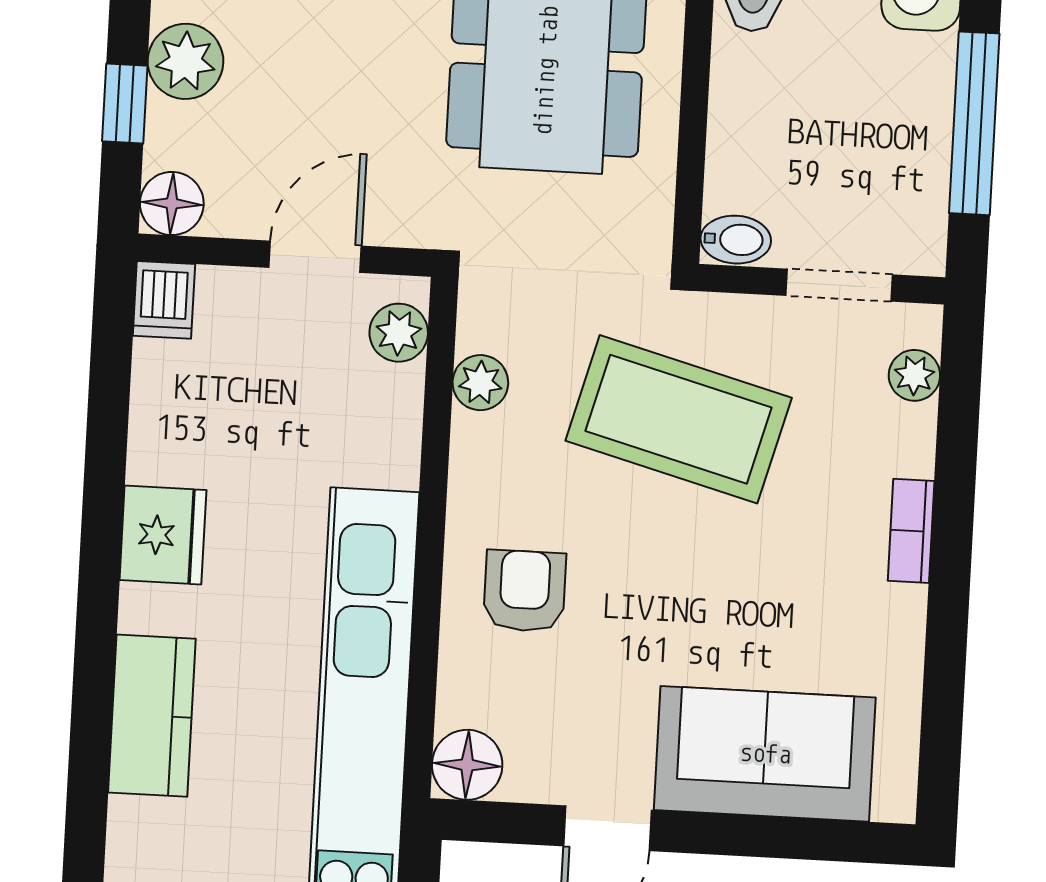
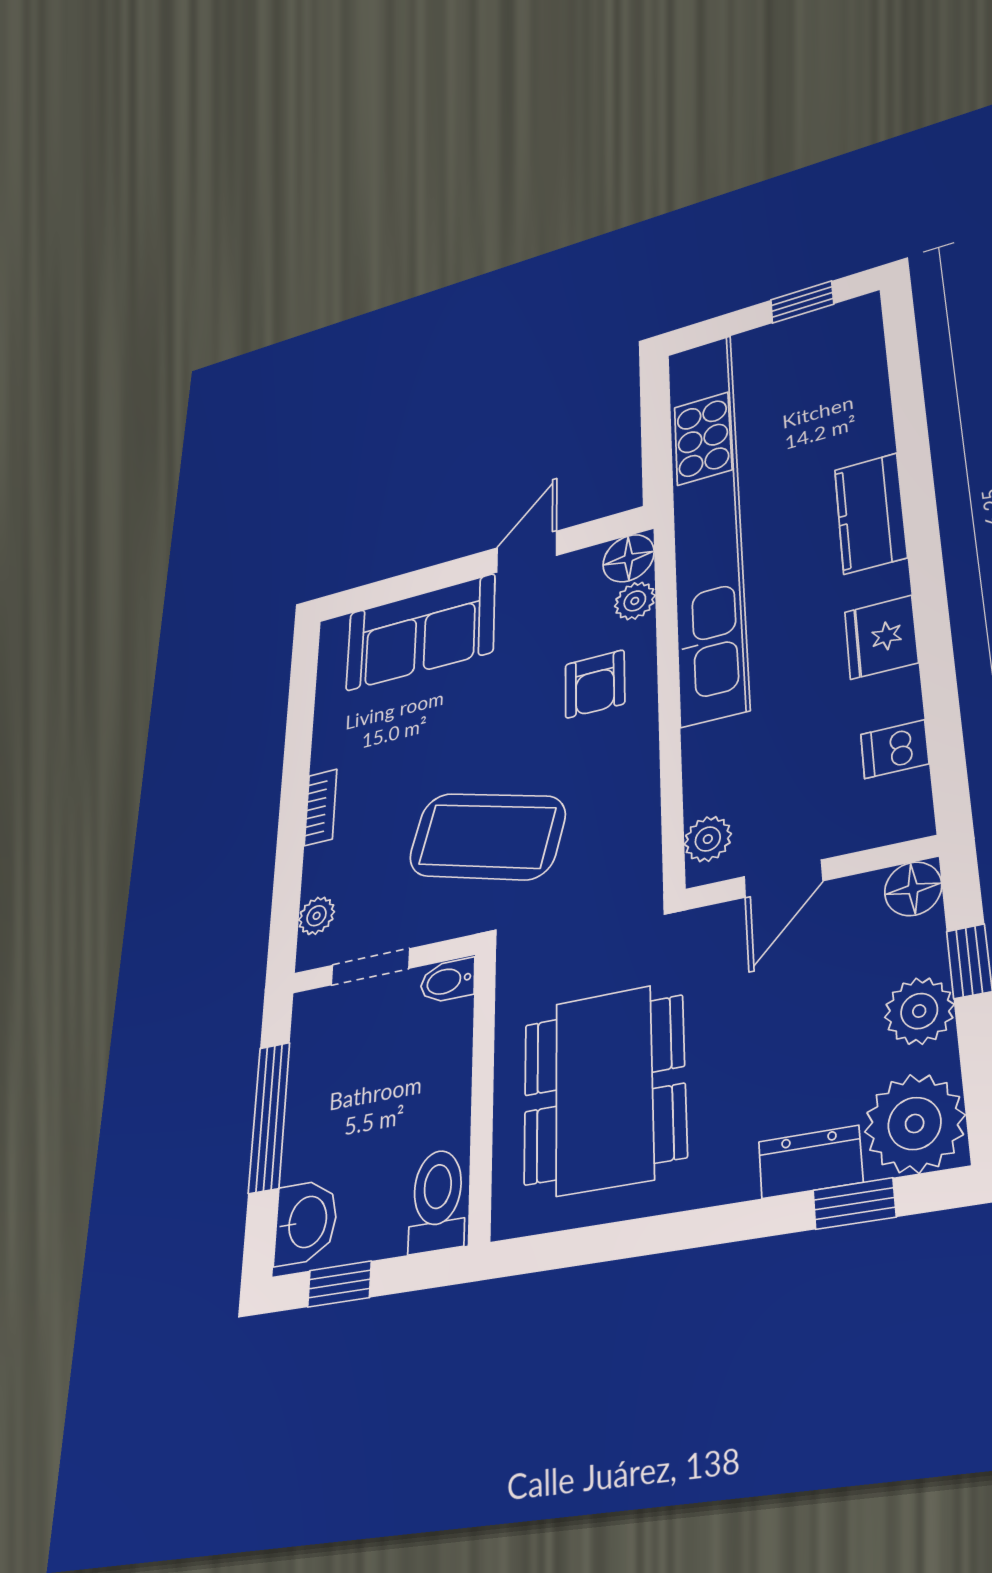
dishwasher: (164, 300) -> (895, 749), moved, turned -90
plant: (480, 383) -> (635, 601), moved

